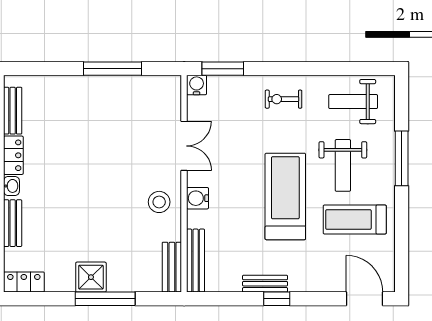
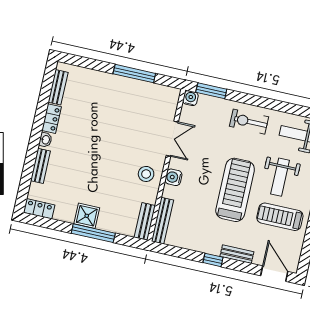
exercise bike: (284, 99) -> (249, 122), width x1.38, depth x1.39
bench: (265, 284) -> (237, 254), moved

